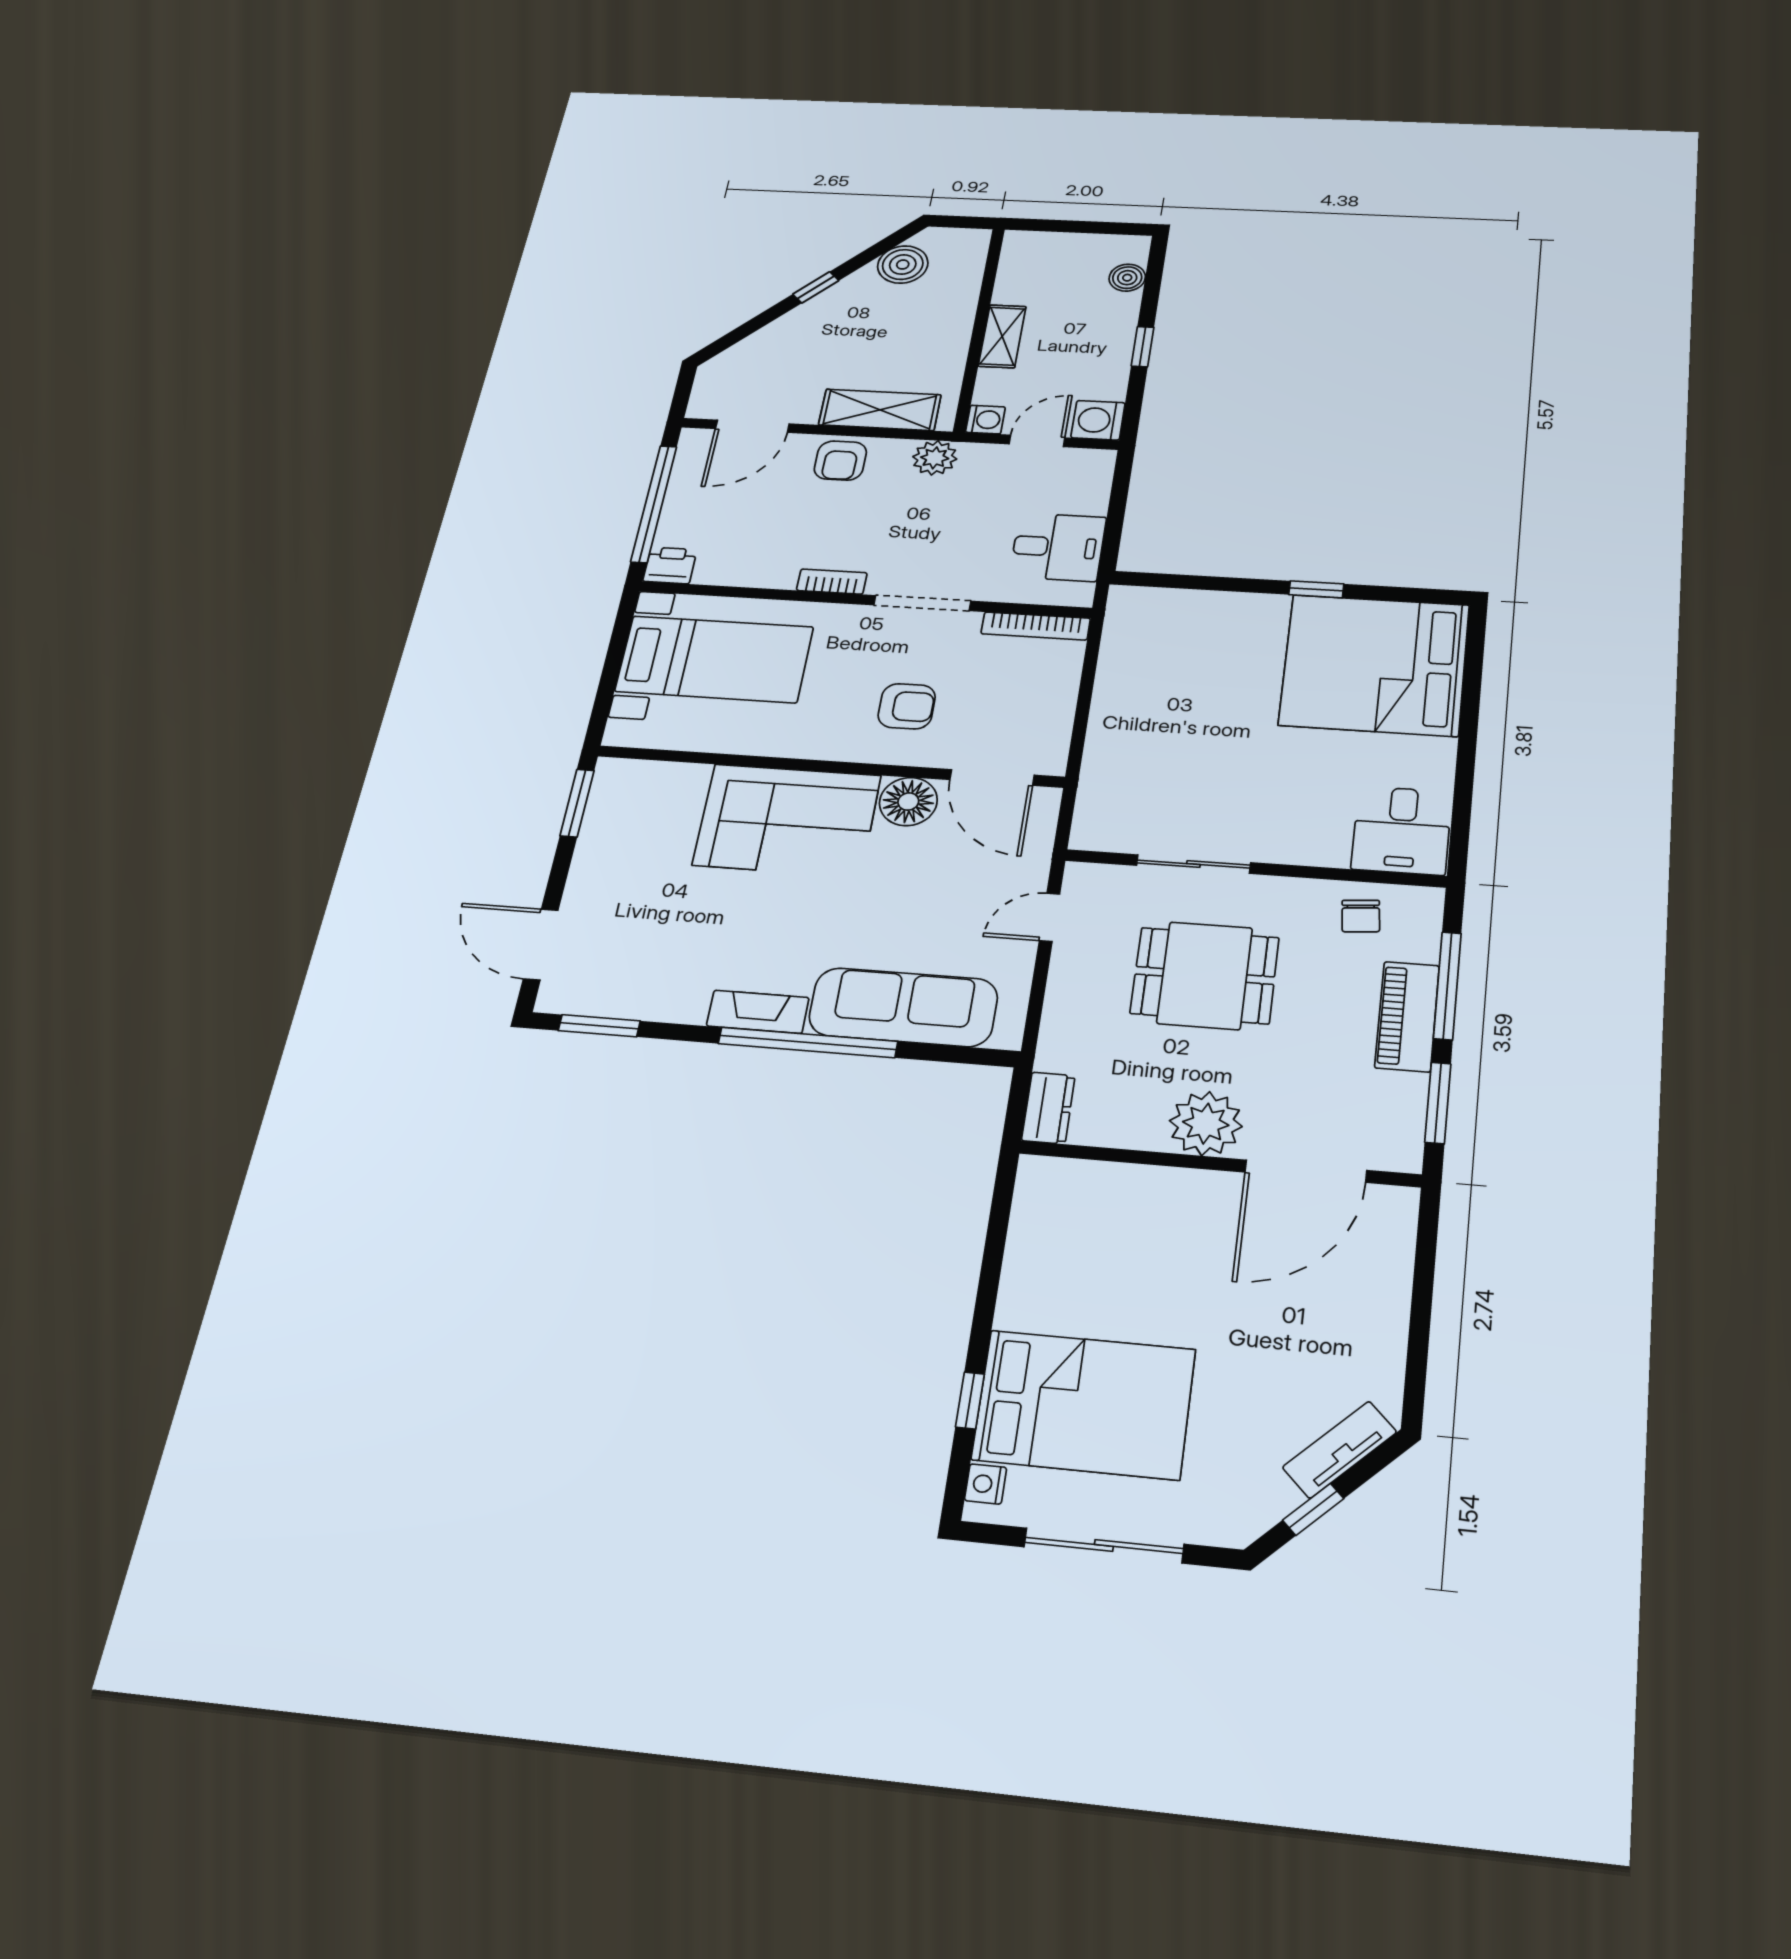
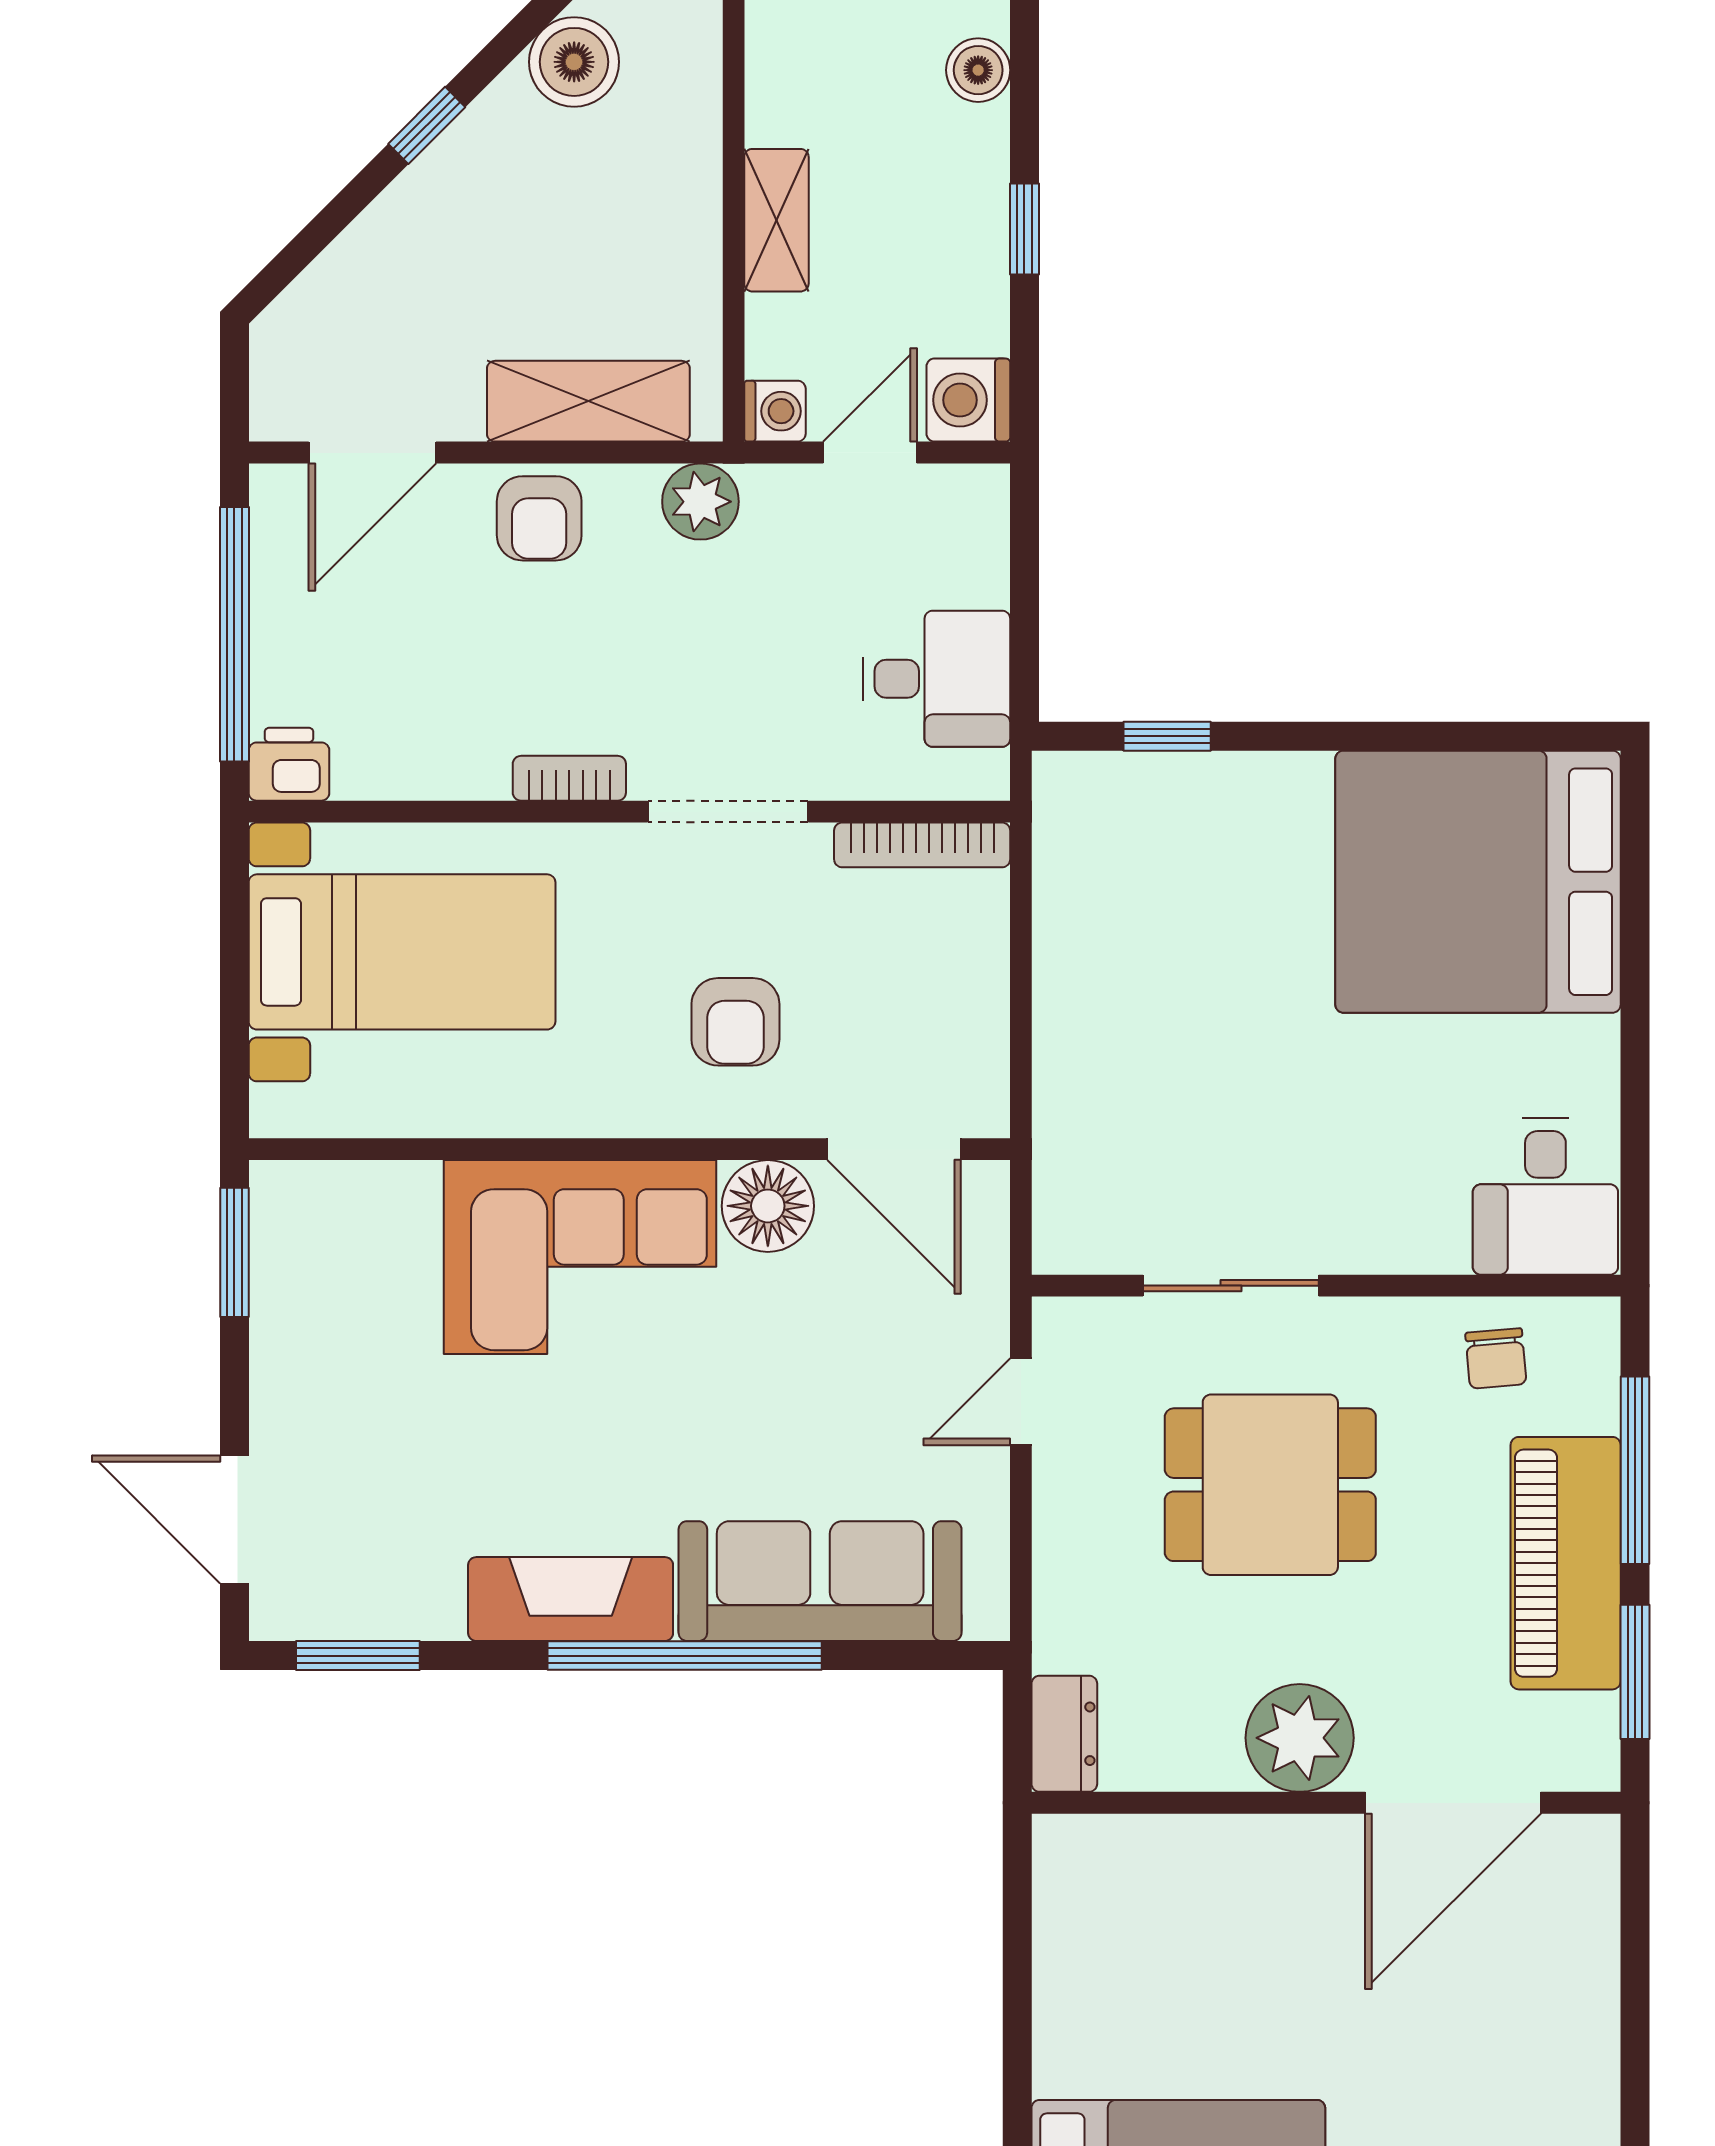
window: (1316, 589) -> (1167, 736), moved
armchair: (907, 706) -> (735, 1022), turned 90
fireplace: (758, 1012) -> (571, 1599), width x1.37, depth x1.32
piano: (1407, 1016) -> (1566, 1563), width x1.37, depth x1.33

